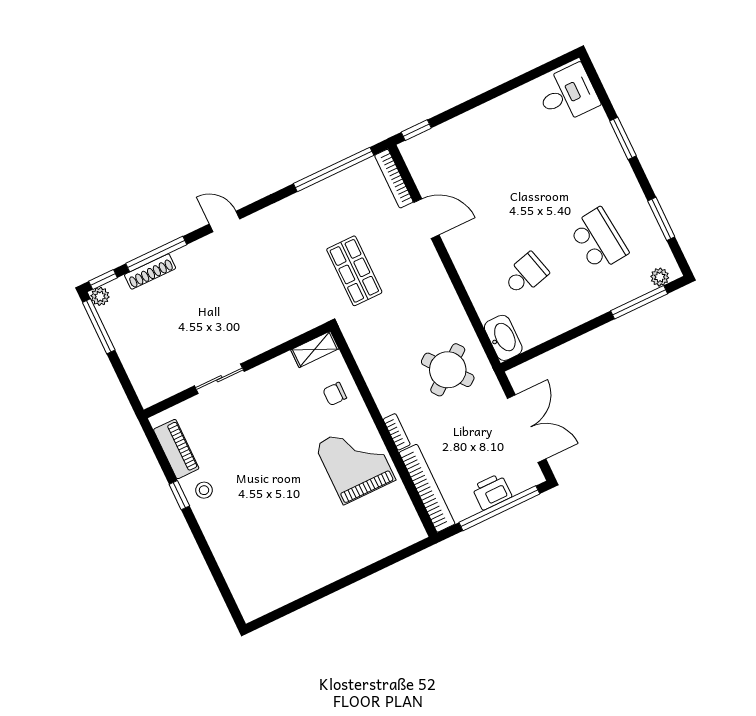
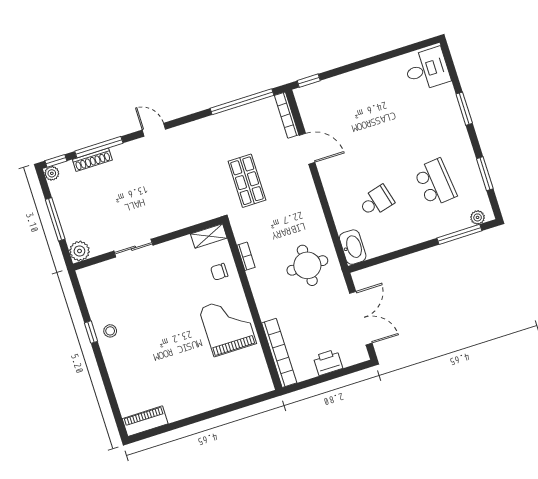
window: (99, 326) -> (55, 219), moved
round table: (448, 370) -> (307, 265), turned 38
plant: (150, 392) -> (79, 251), added
bookcase: (397, 432) -> (246, 256), moved
piano: (176, 449) -> (145, 421), moved, turned -90
window: (499, 508) -> (332, 376), removed

